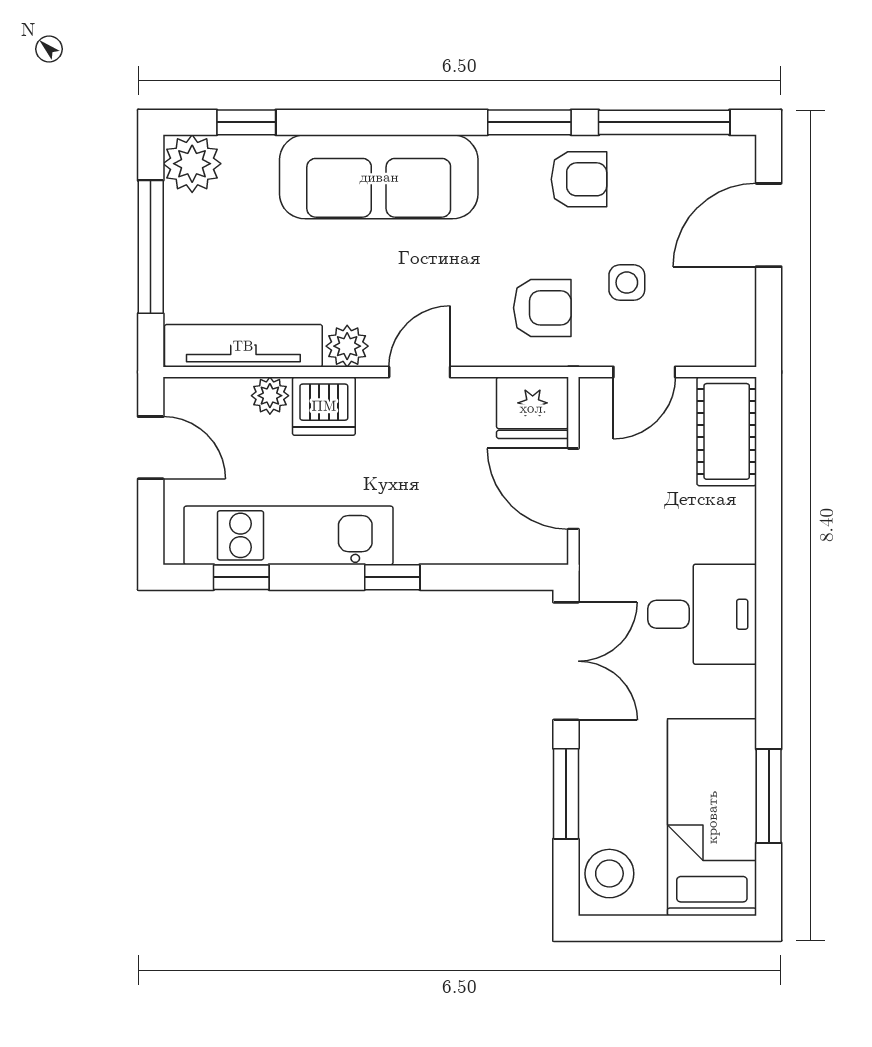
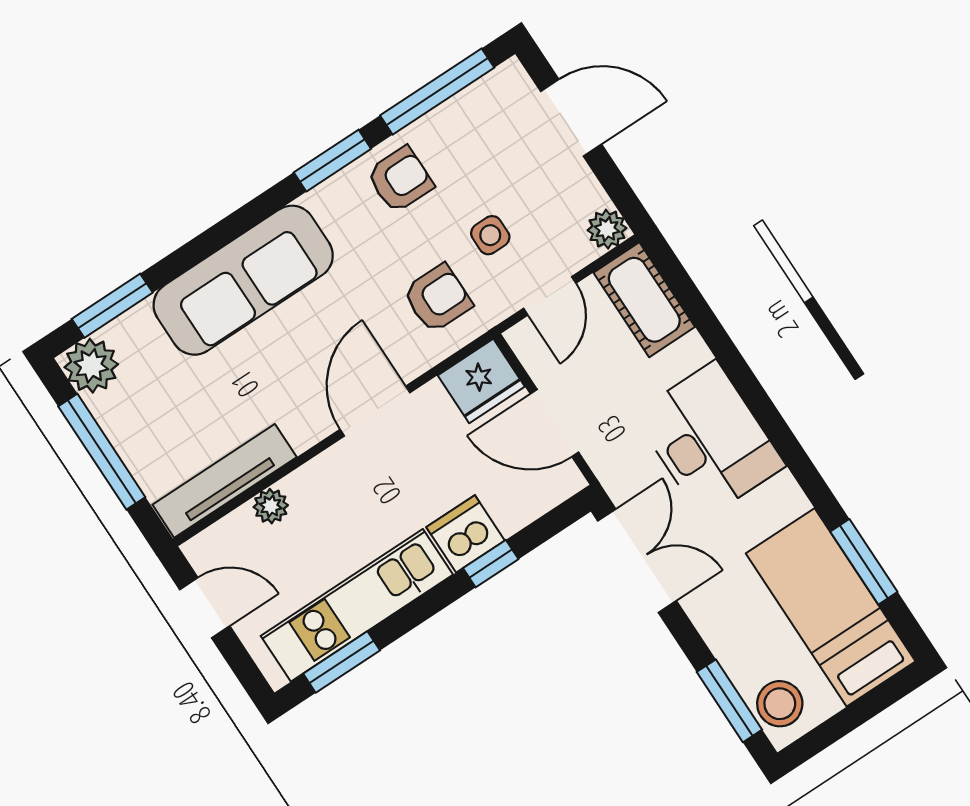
window: (246, 122) -> (112, 306), width x1.50
door: (769, 225) -> (571, 118), swing flipped
plant: (347, 346) -> (607, 229), moved
door: (420, 372) -> (375, 411), width x1.38
dishwasher: (324, 406) -> (466, 534), moved, turned 180
window: (241, 577) -> (342, 662), width x1.50
window: (392, 577) -> (491, 564), moved
desk: (702, 614) -> (709, 440), width x1.37
window: (566, 794) -> (729, 701), moved

